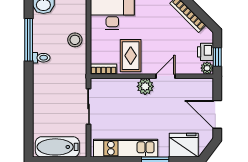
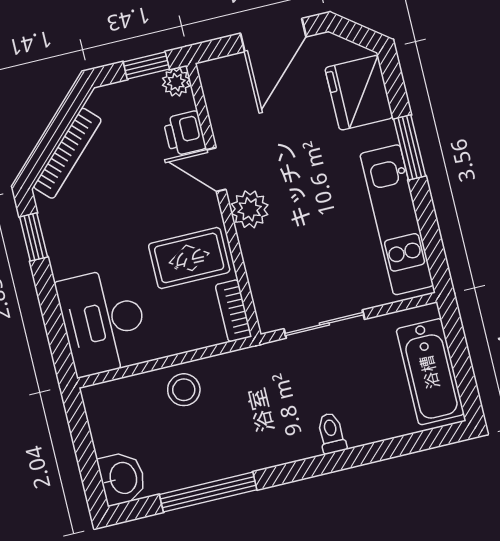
printer: (205, 52) -> (185, 133), moved, turned 90
toilet: (41, 58) -> (331, 433), moved

